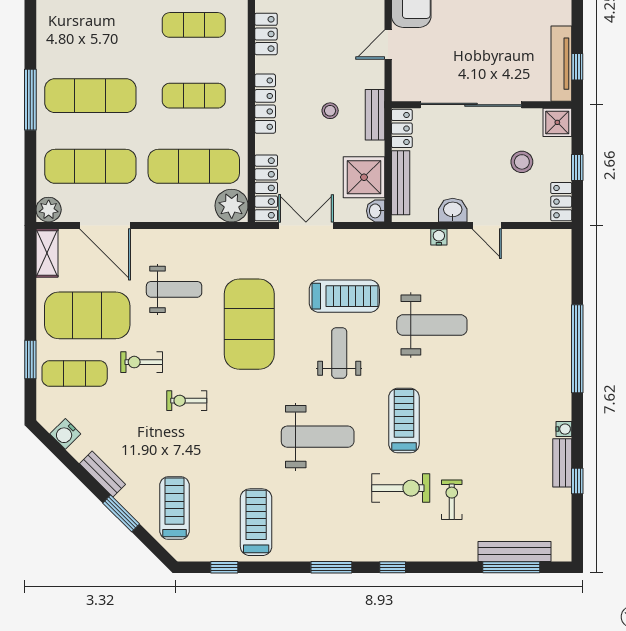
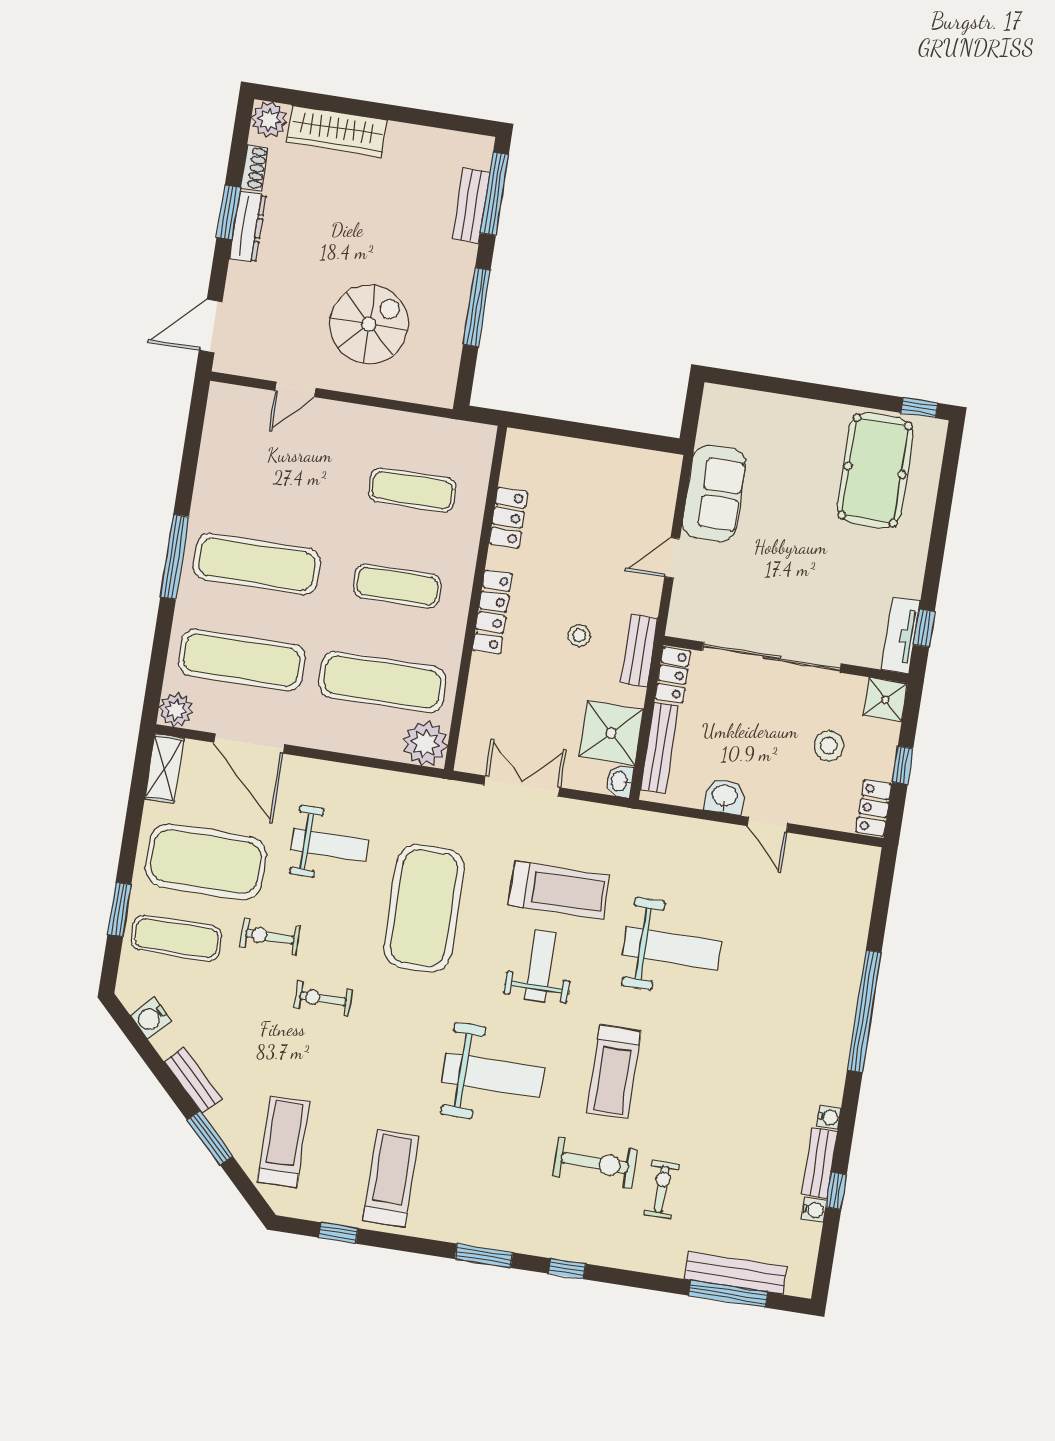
tv unit: (561, 64) -> (901, 636), width x0.71
locker: (266, 188) -> (476, 727), removed
water cooler: (439, 237) -> (814, 1210), moved, turned 90
treadmill: (404, 421) -> (614, 1072), turned 180

